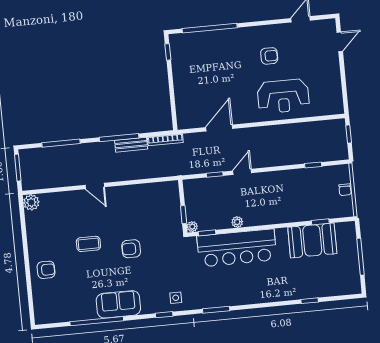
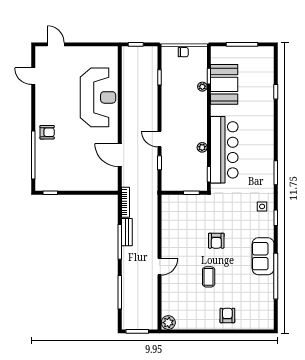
armchair: (269, 56) -> (47, 132), moved, turned 90
reception desk: (283, 96) -> (98, 97), width x1.36, depth x1.30
plant: (192, 227) -> (202, 87), moved

